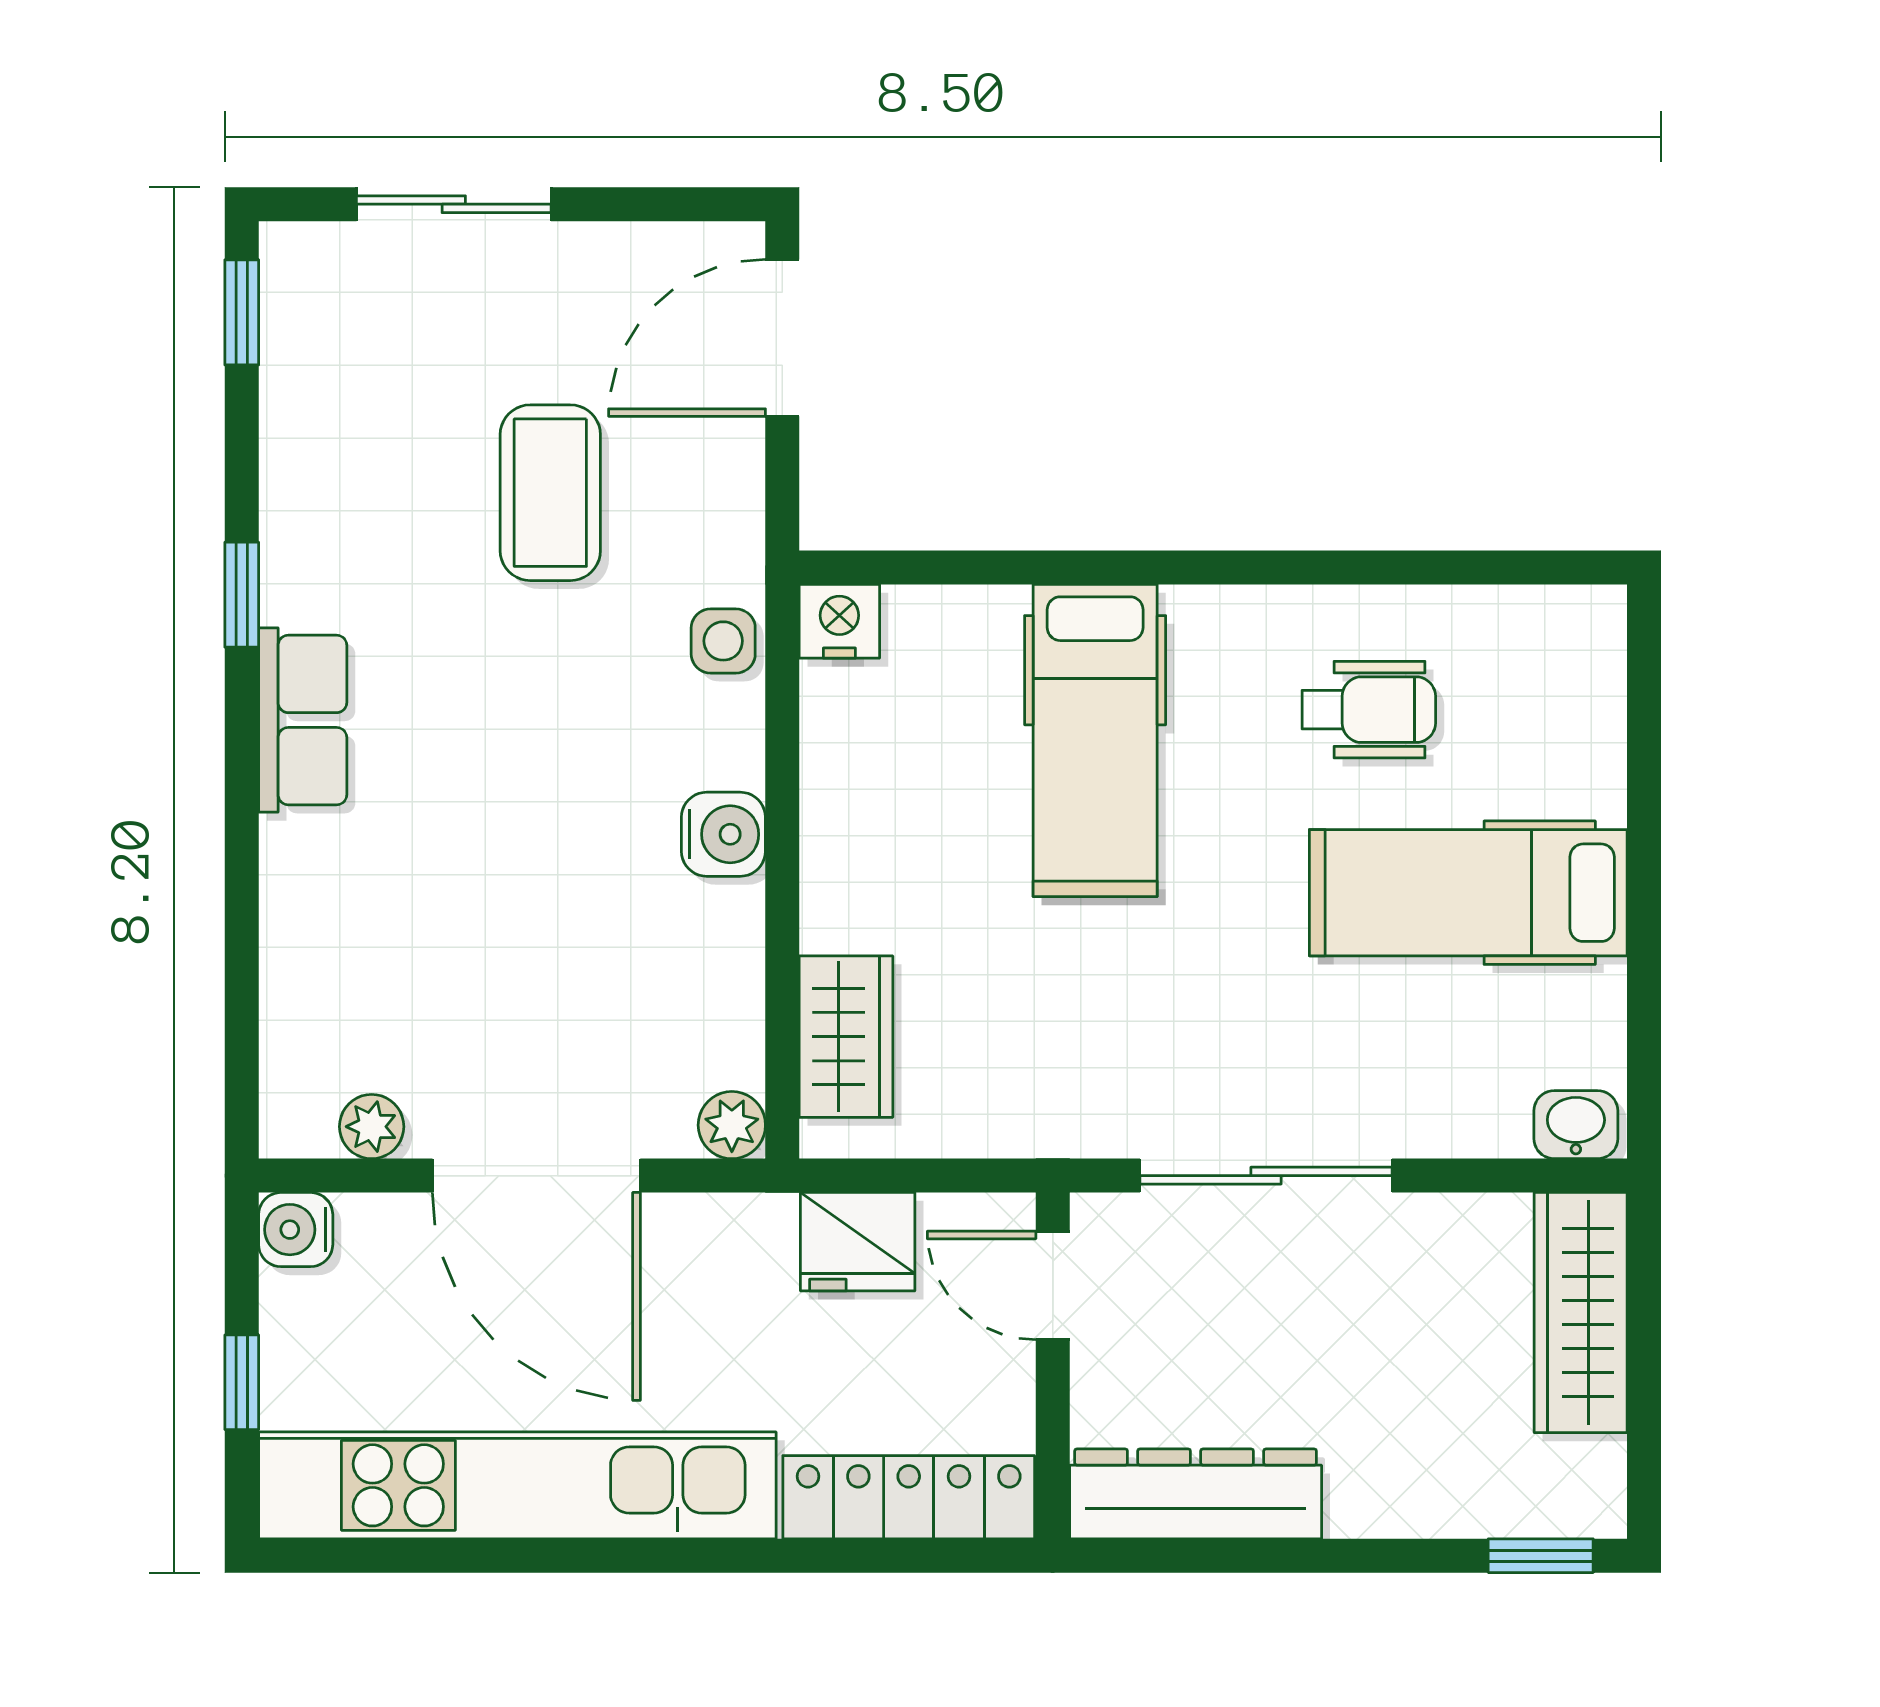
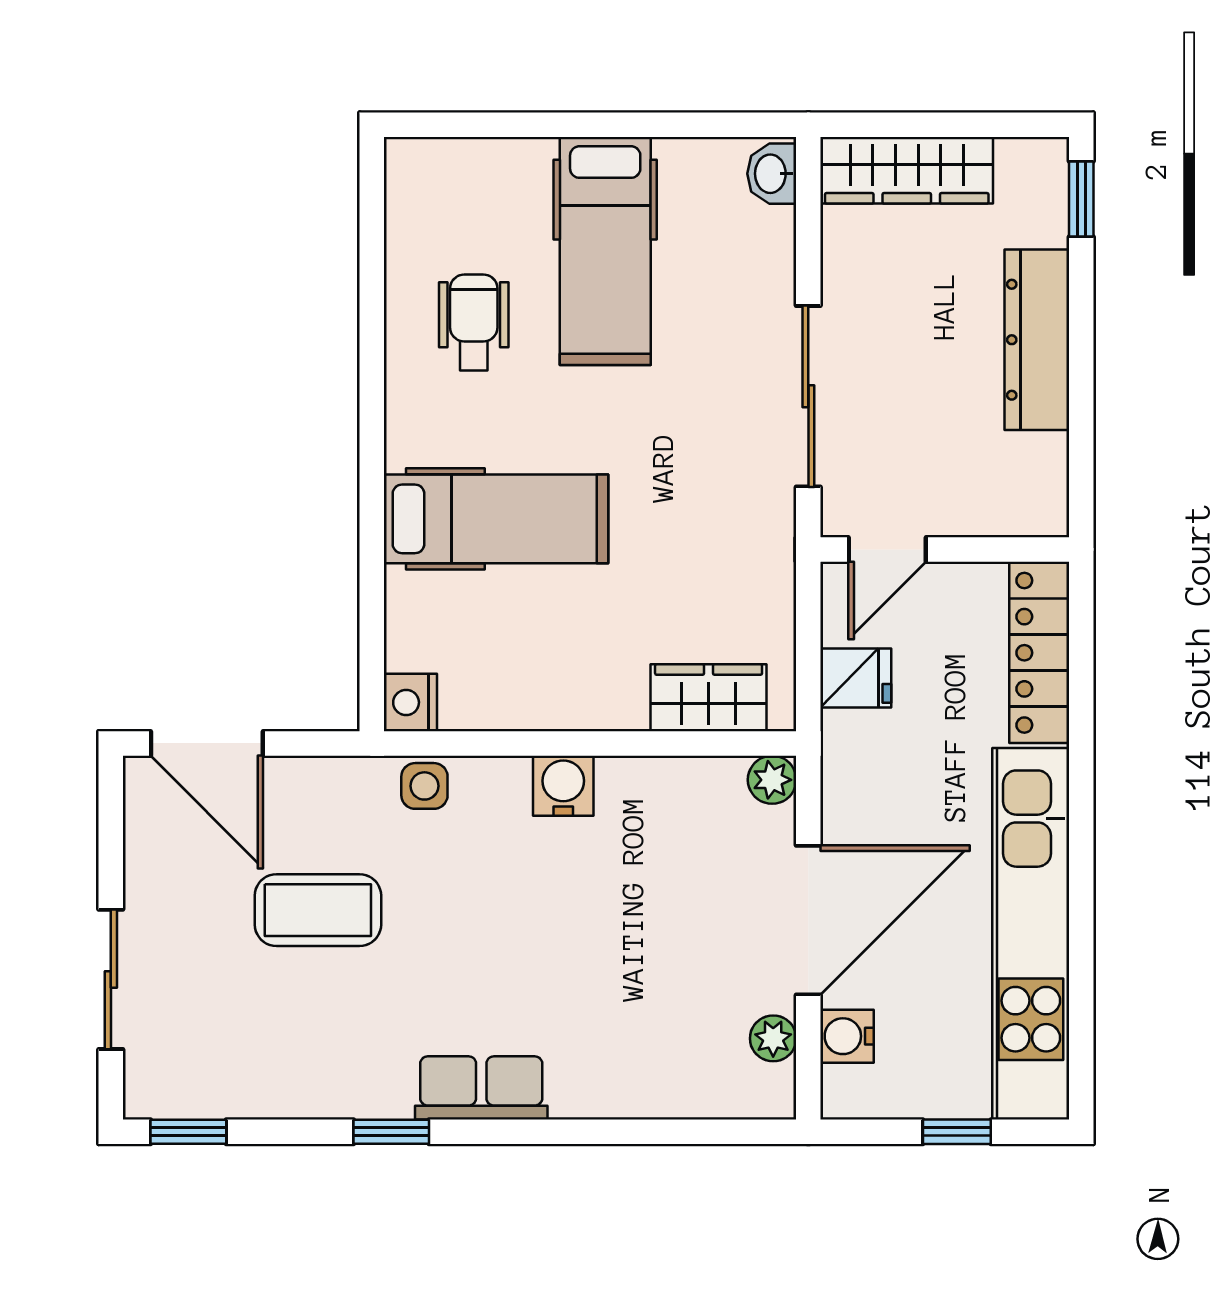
water cooler: (296, 1230) -> (847, 1036), moved, turned 90
fridge: (858, 1242) -> (856, 678), width x0.72
dresser: (1196, 1494) -> (1037, 340), moved

